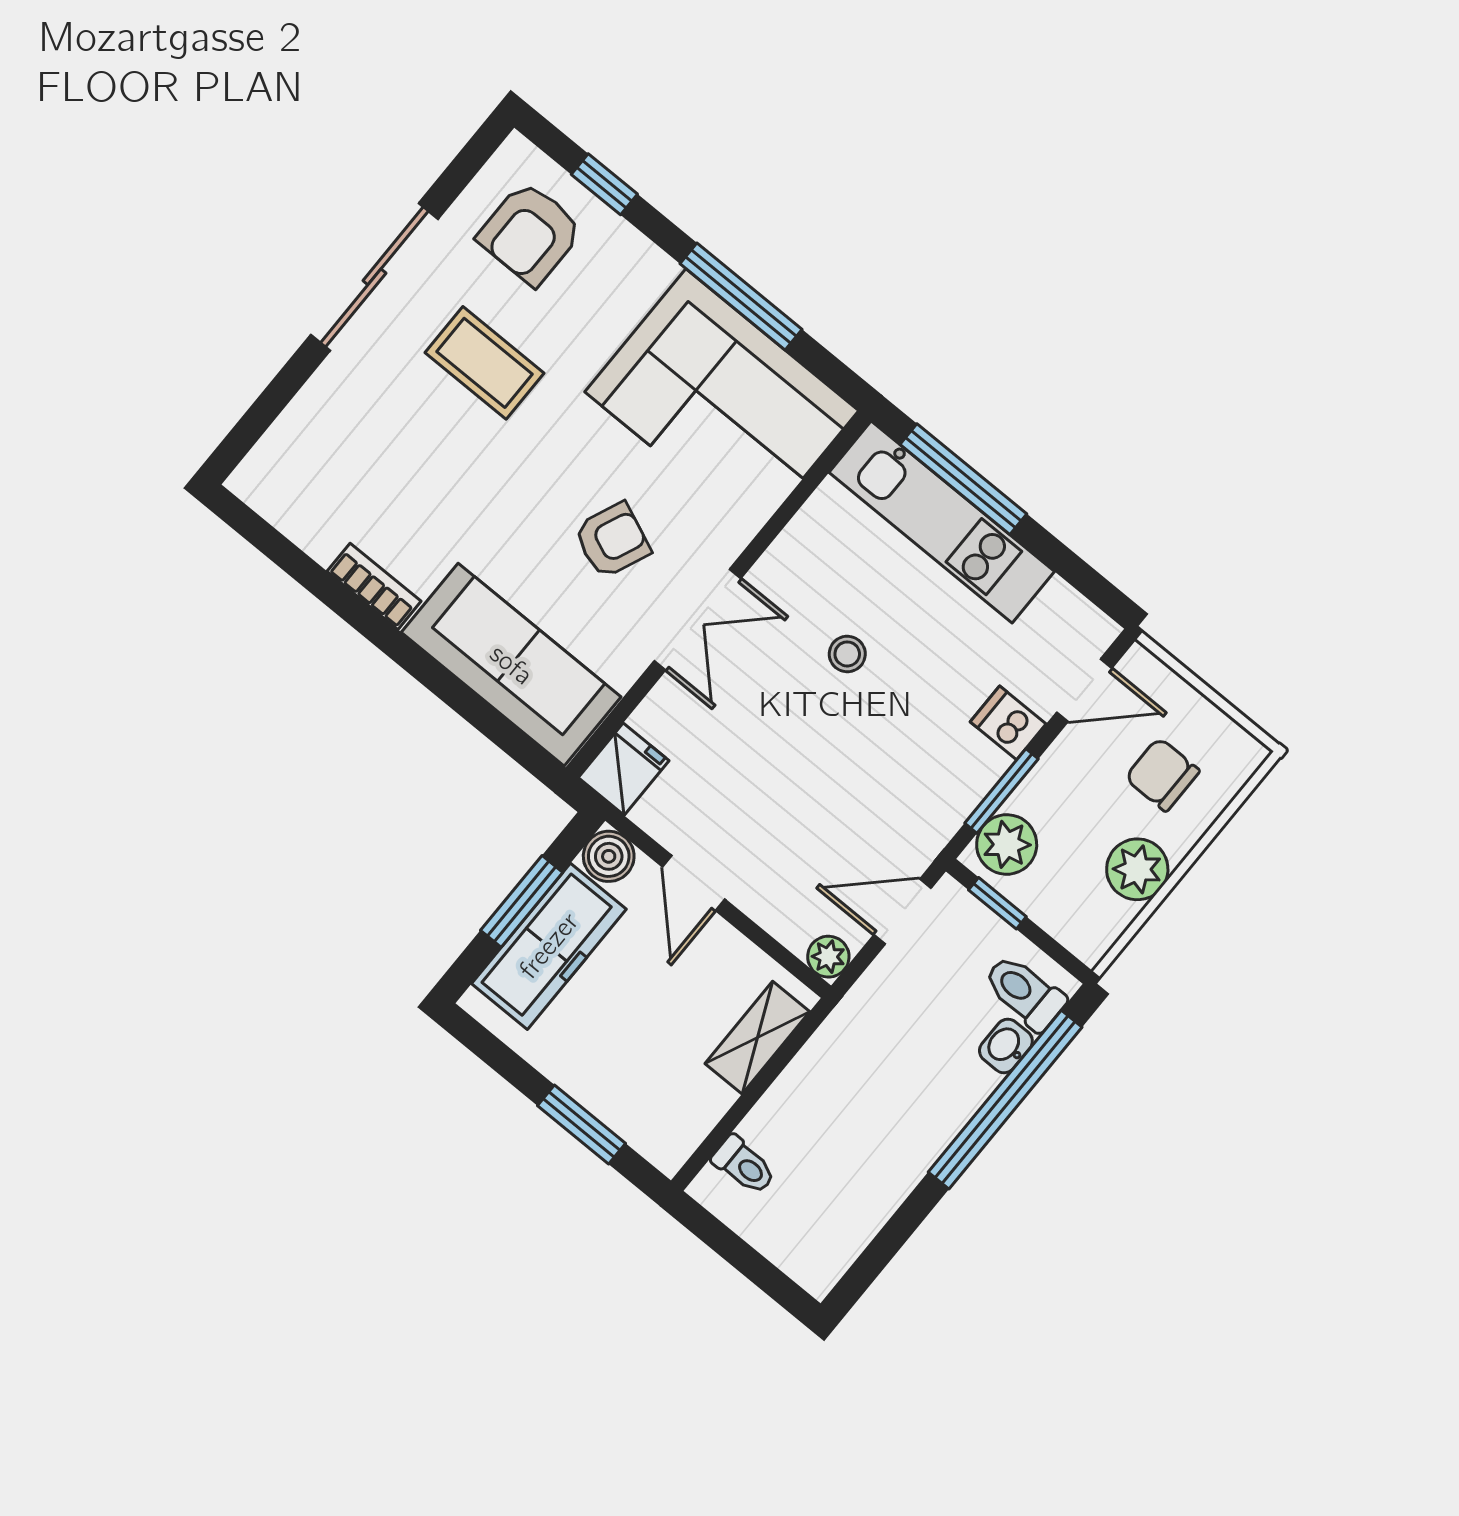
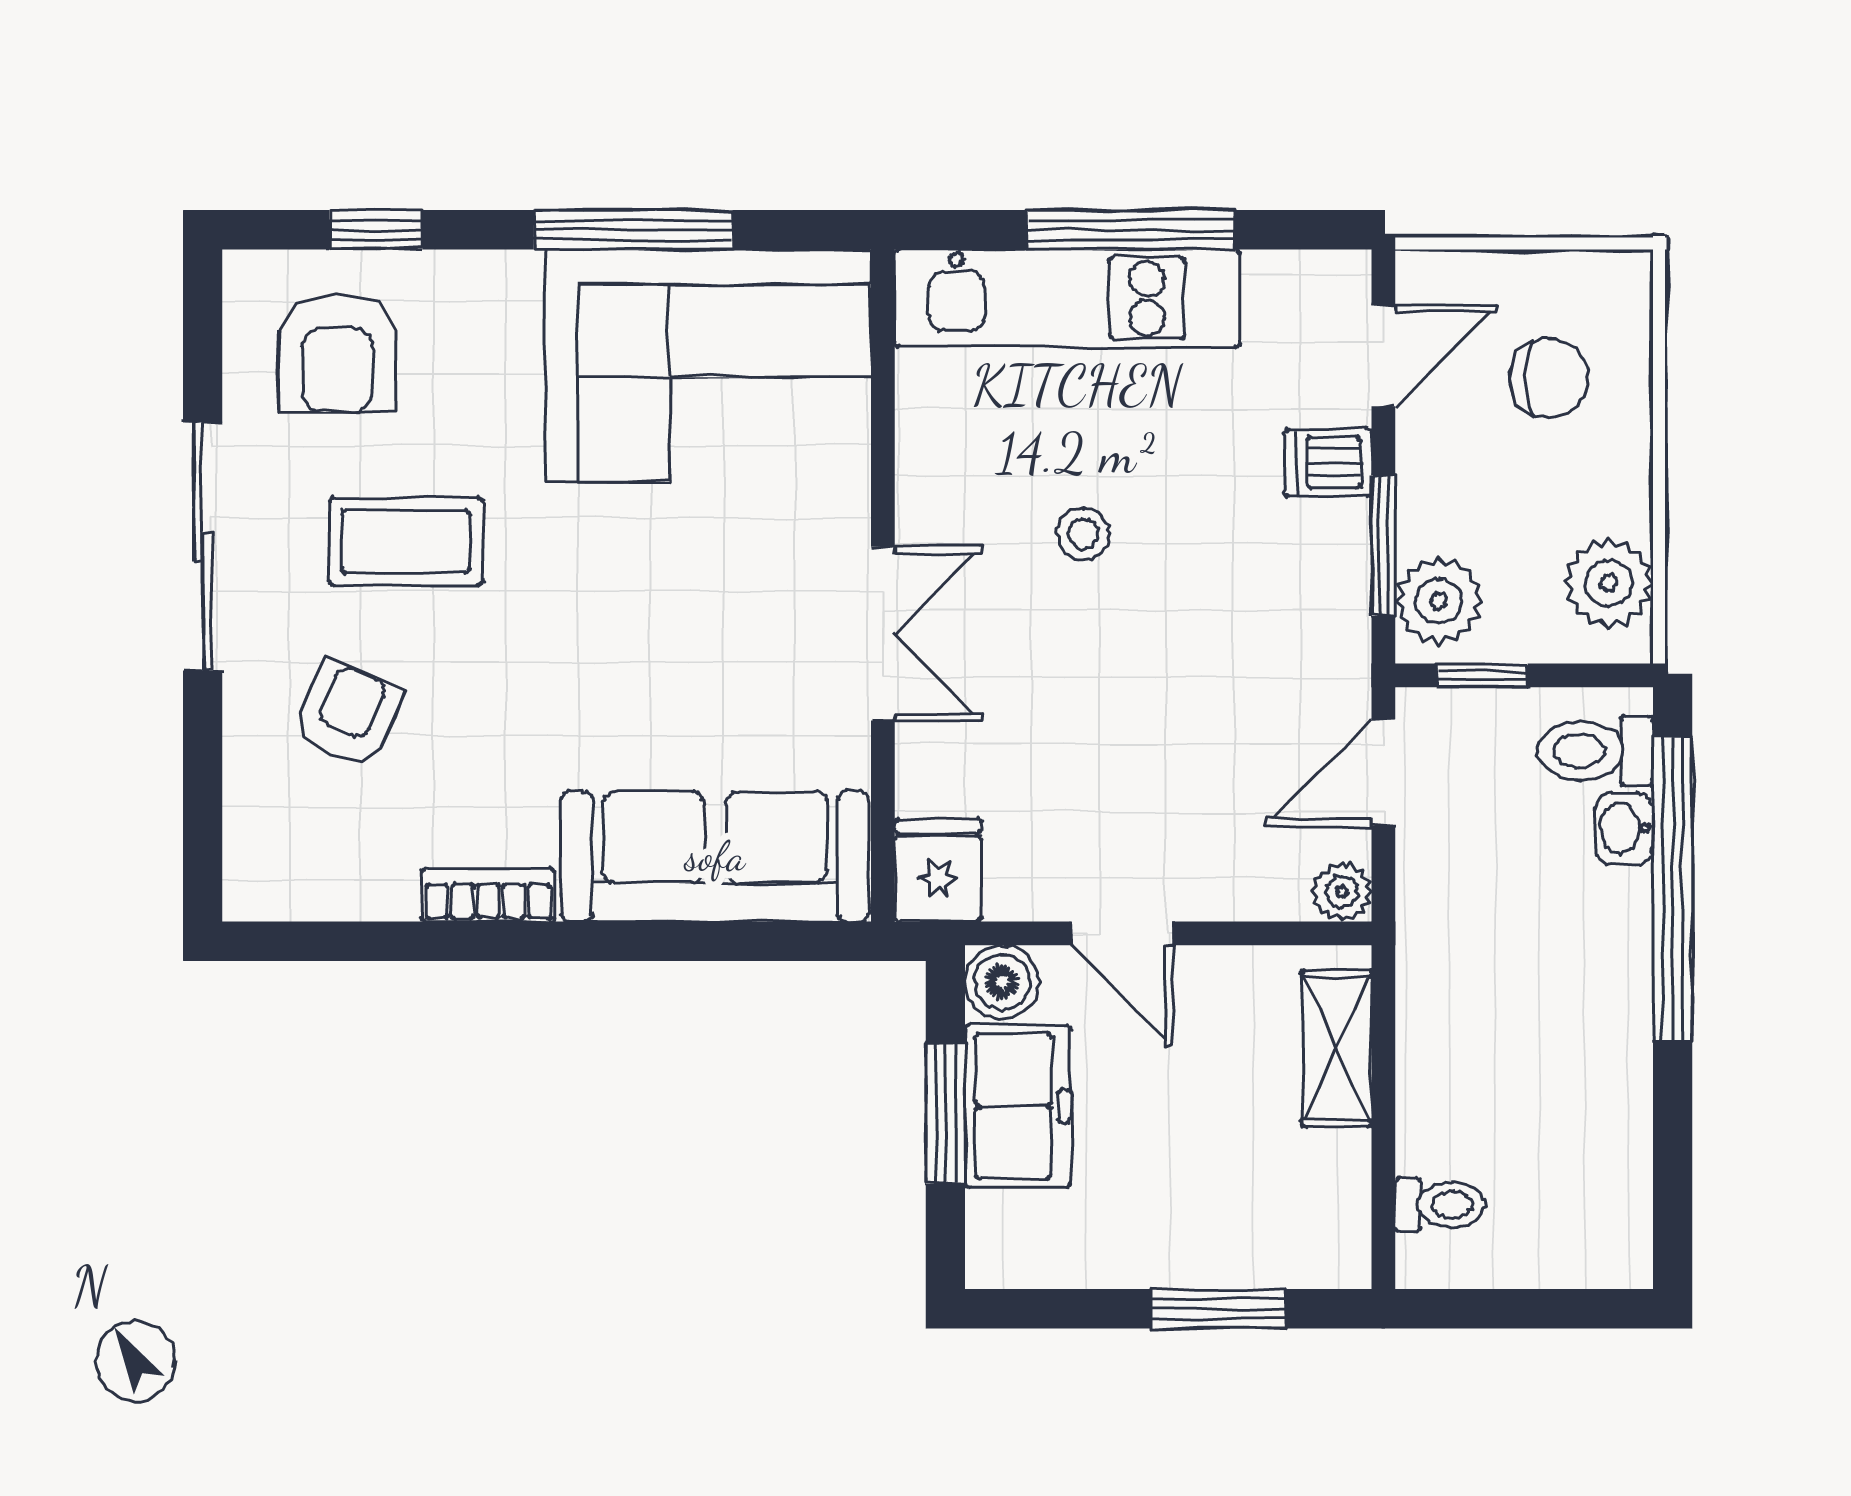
window: (963, 479) -> (1131, 230), moved
armchair: (612, 540) -> (347, 714), moved
chair: (1162, 774) -> (1549, 378), turned 180
plant: (1137, 869) -> (1609, 583), moved
freezer: (549, 946) -> (1018, 1106), width x0.71

